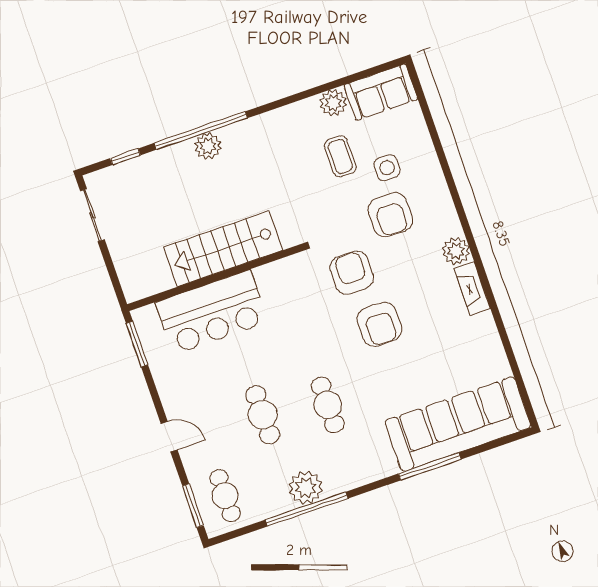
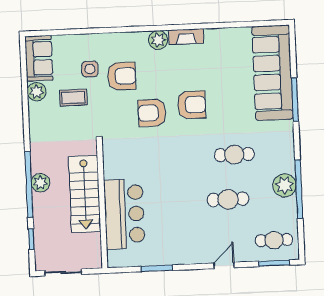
stairs: (223, 249) -> (85, 194), moved
wall: (215, 277) -> (102, 205), moved
bar counter: (212, 312) -> (124, 214), moved

